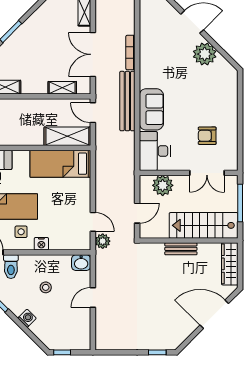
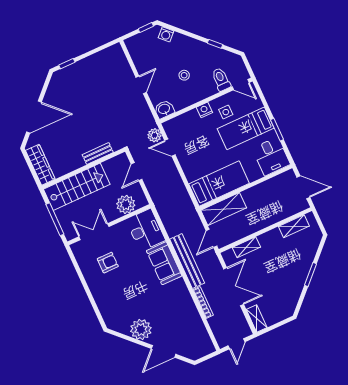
door: (93, 113) -> (211, 238), swing flipped
bench: (181, 249) -> (98, 154), moved
washing machine: (27, 318) -> (166, 34), moved

